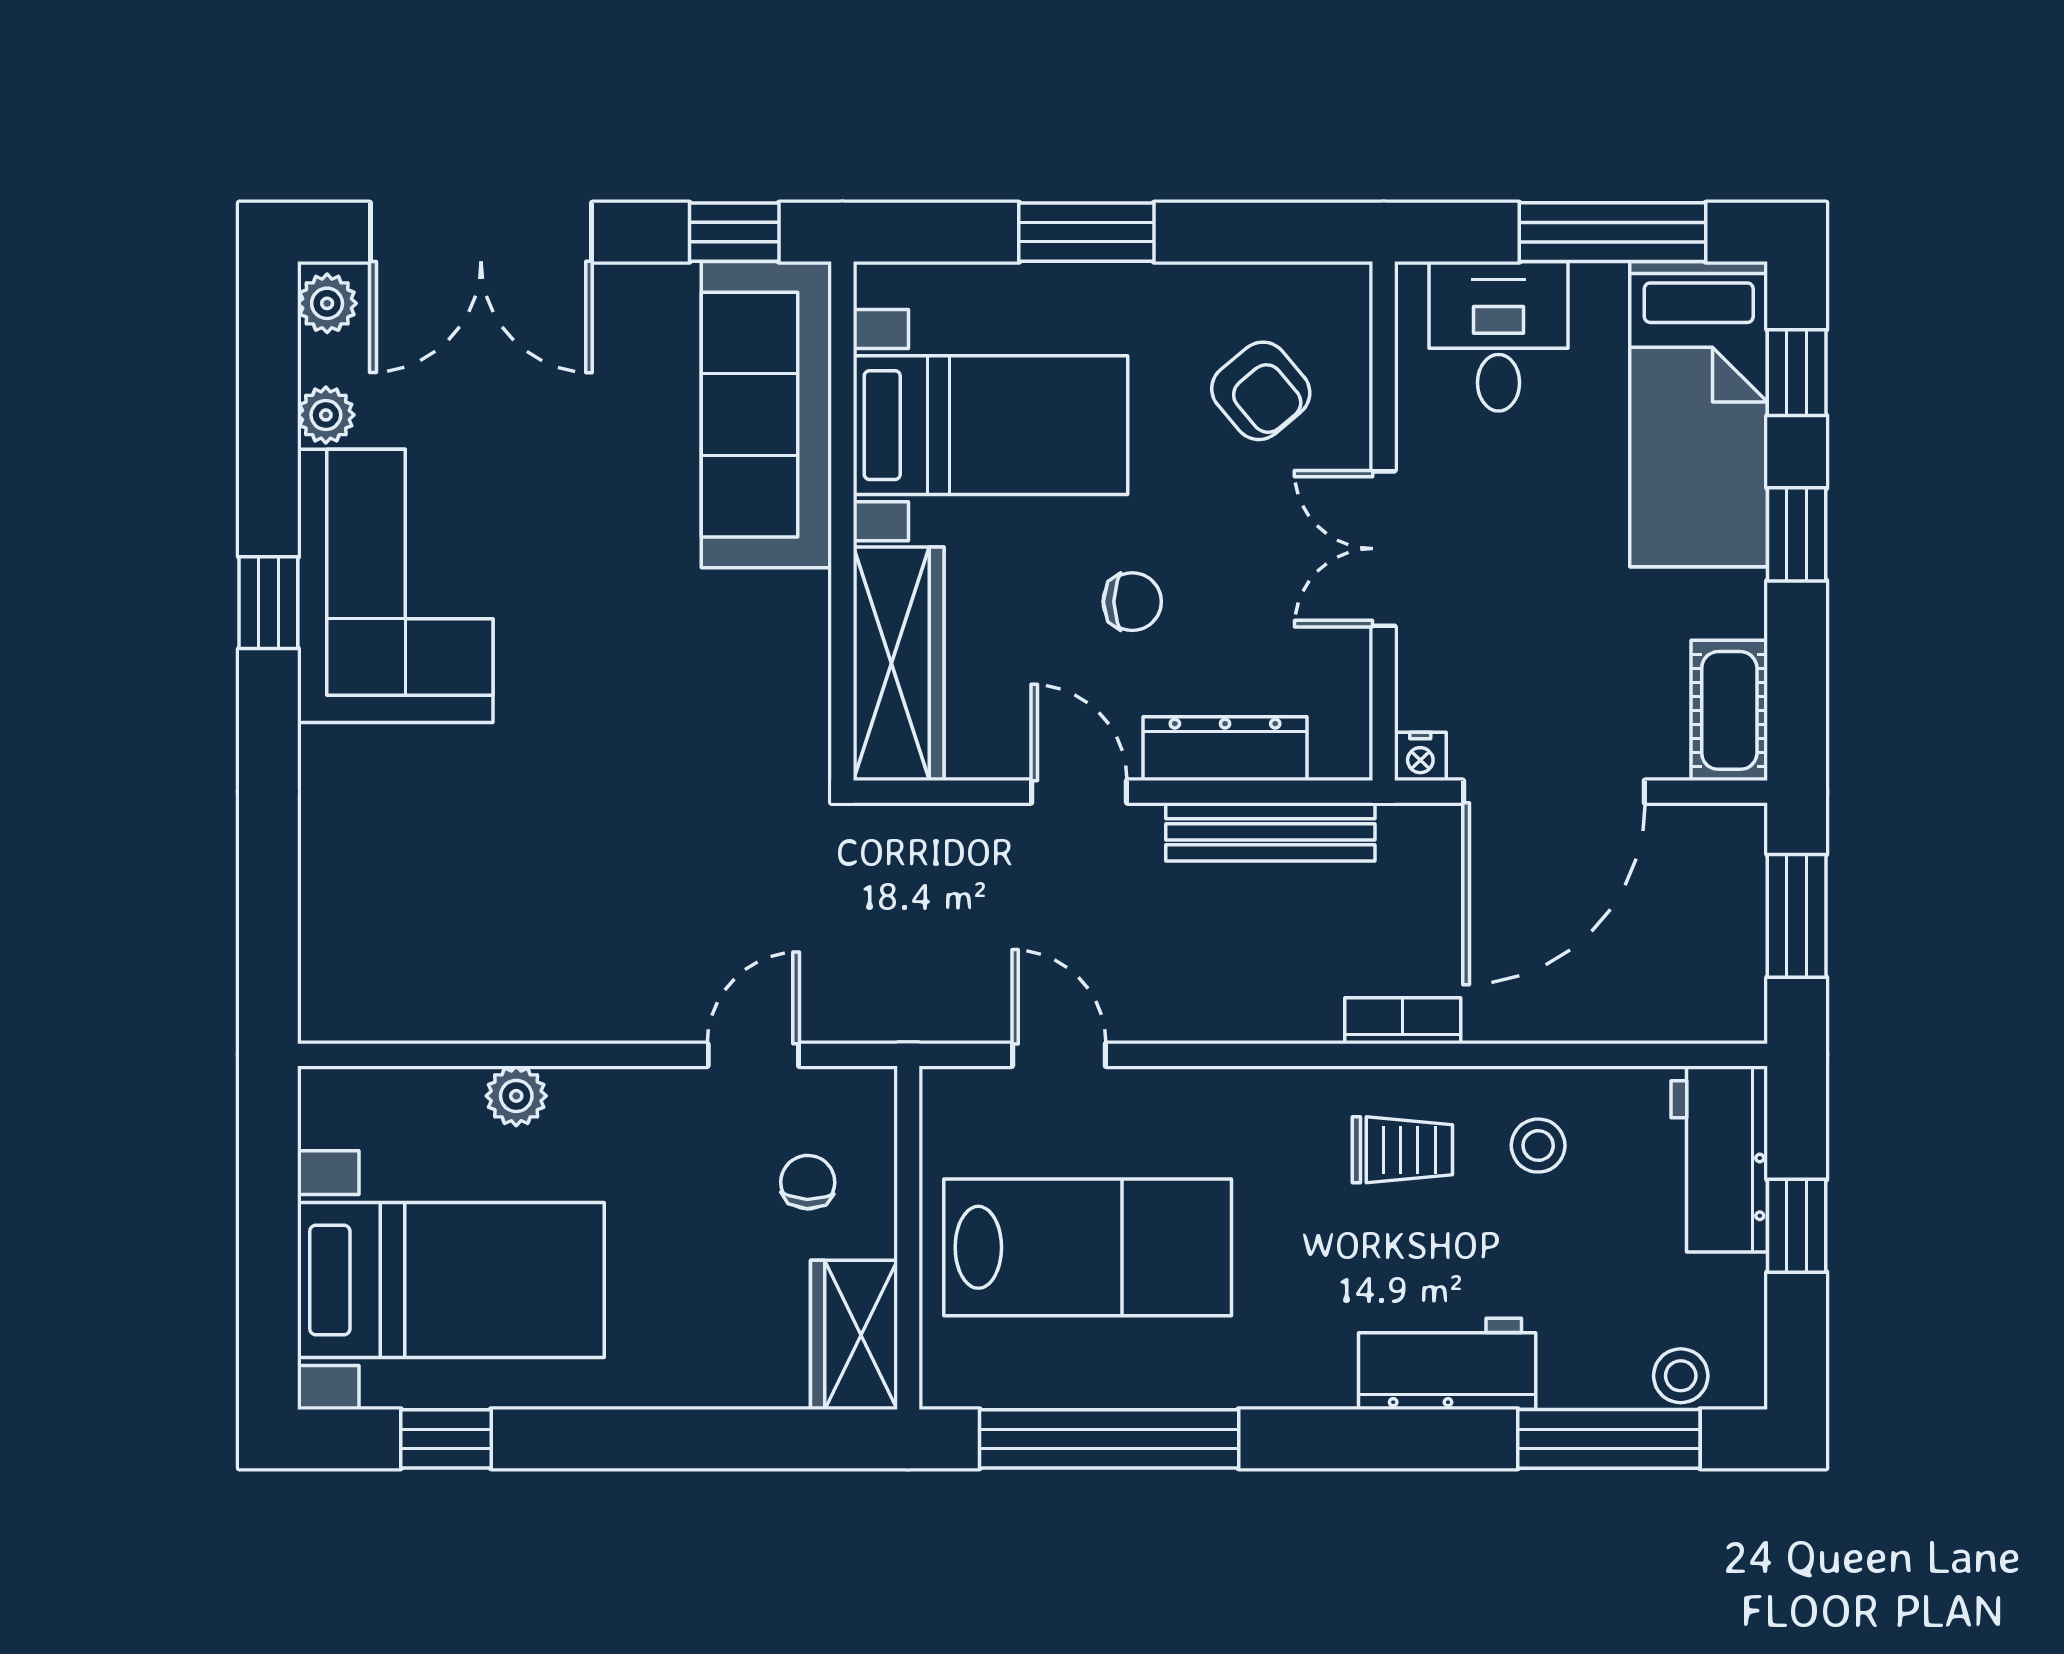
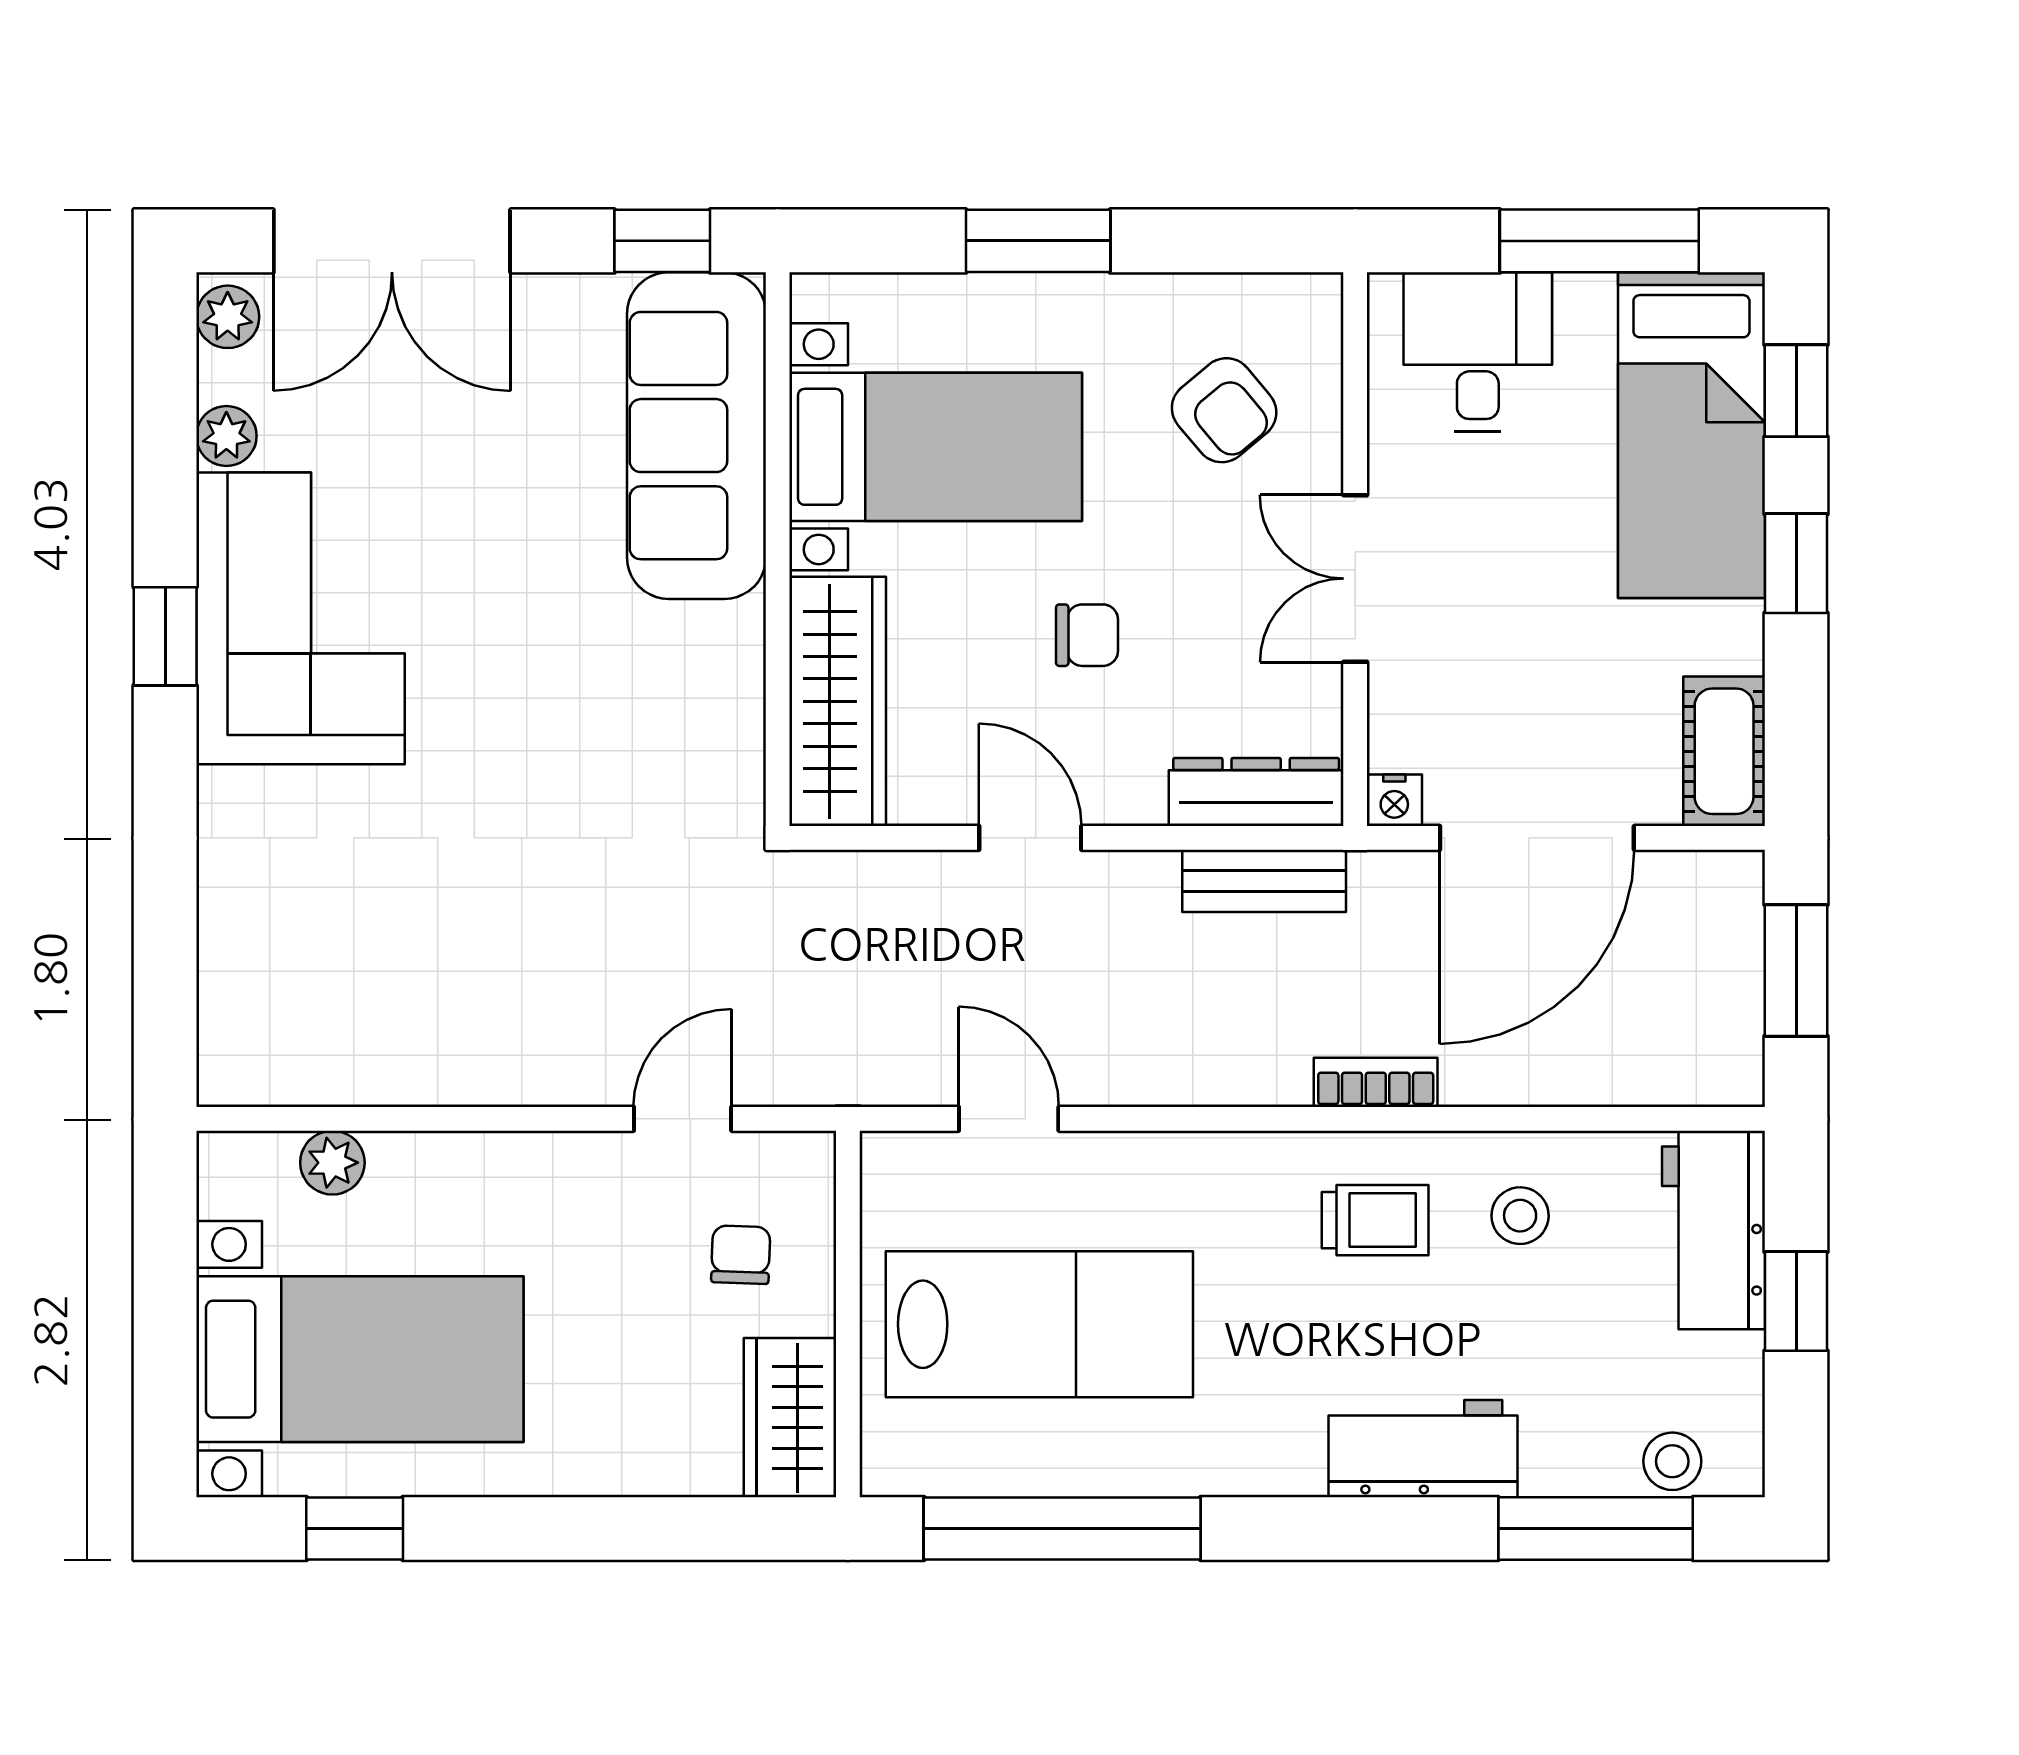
dresser: (1225, 749) -> (1256, 792), moved
bench: (1270, 832) -> (1264, 881), width x0.73
plant: (516, 1096) -> (332, 1163), moved

